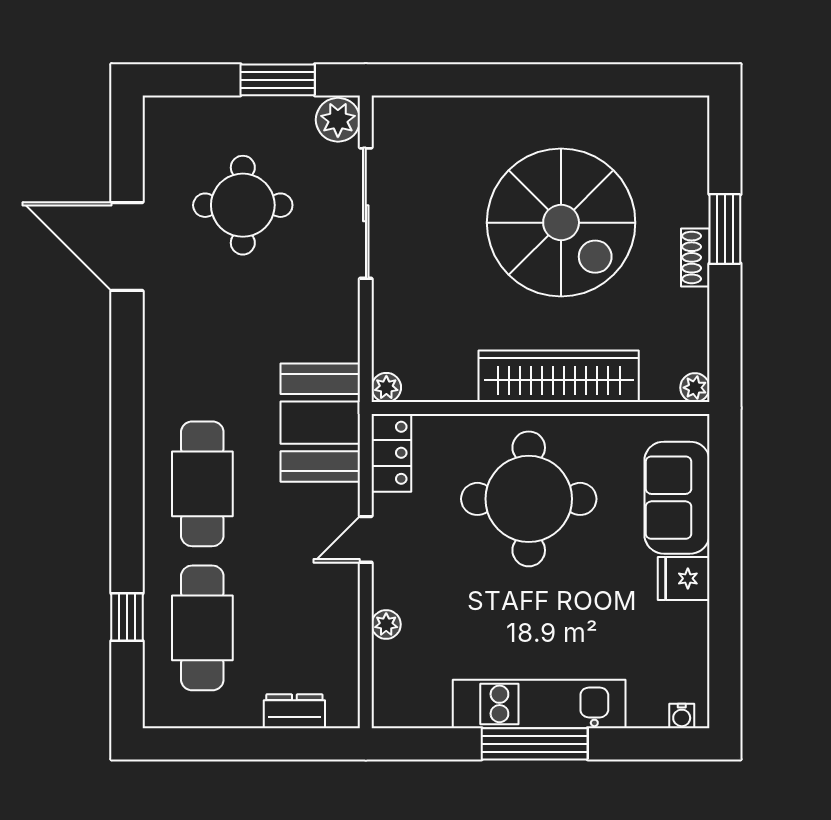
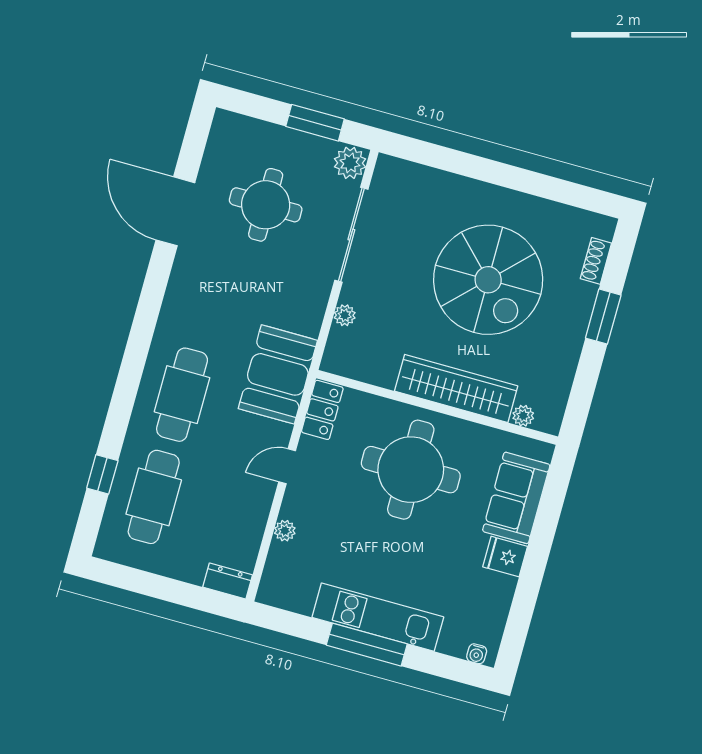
shoe rack: (695, 257) -> (596, 261), moved
plant: (386, 387) -> (345, 315), moved
plant: (695, 388) -> (523, 416), moved
dresser: (294, 711) -> (228, 581), moved

